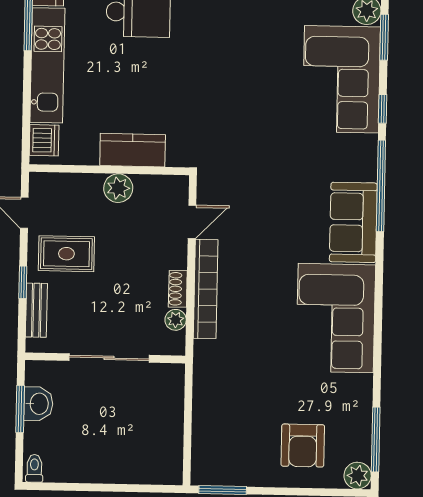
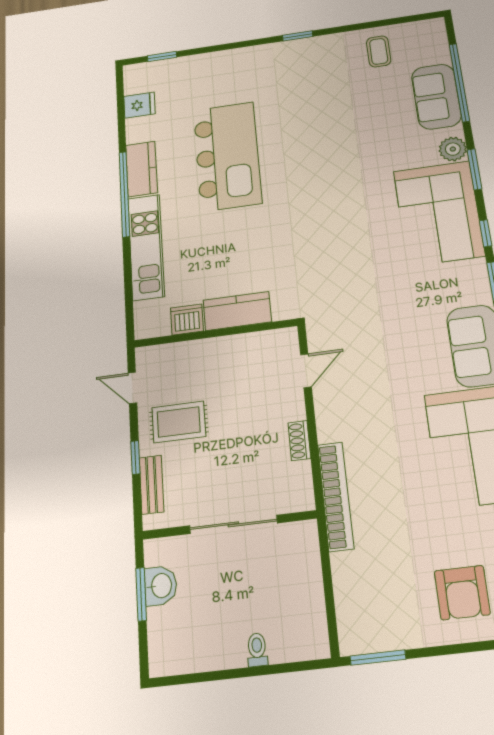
dishwasher: (44, 140) -> (187, 319), moved, turned -90
plant: (118, 188) -> (226, 349), removed
bookcase: (206, 289) -> (336, 496), moved
plant: (176, 320) -> (301, 473), removed
toilet: (34, 468) -> (257, 650), moved

